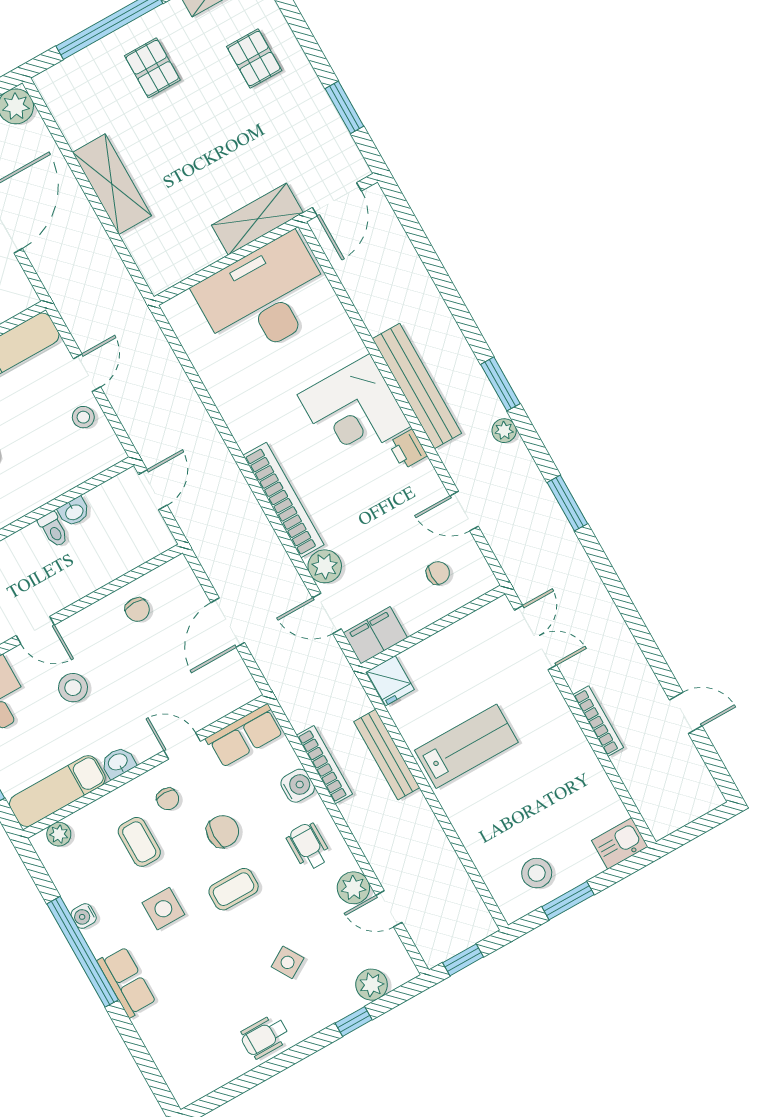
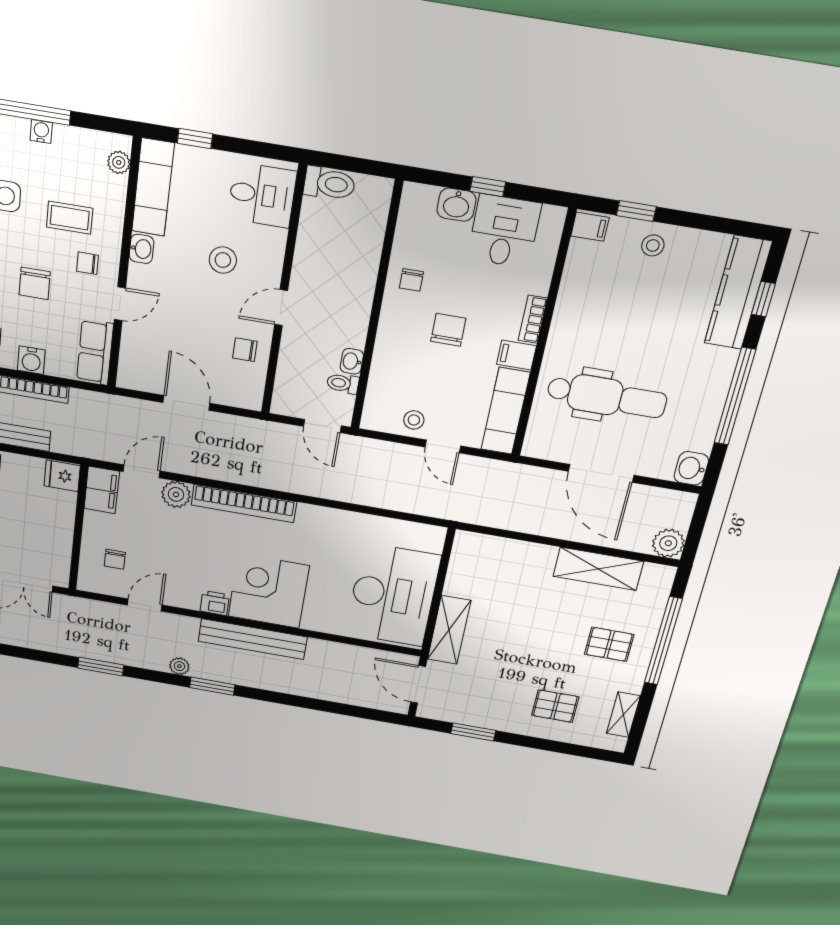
shelving: (112, 184) -> (598, 569), moved
toilet: (53, 530) -> (343, 383), moved
door: (35, 630) -> (281, 308), moved

